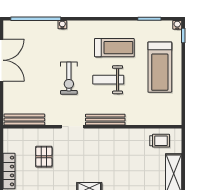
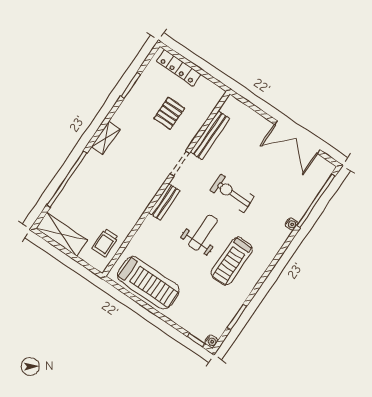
treadmill: (160, 67) -> (148, 283), moved, turned 180
bench: (24, 120) -> (210, 135), moved
bench: (105, 120) -> (164, 202), width x0.73
pallet: (44, 157) -> (169, 113), turned 90

